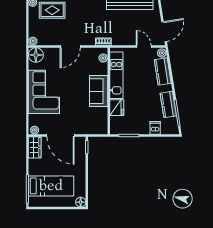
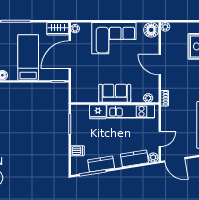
bed: (51, 186) -> (28, 57), moved, turned 180

